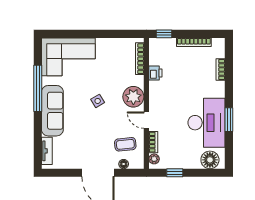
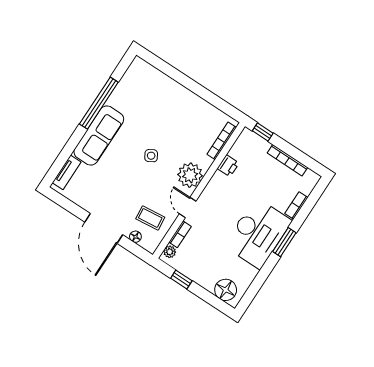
corner sofa: (68, 57) -> (151, 92), removed
window: (229, 120) -> (284, 242), moved
desk: (206, 123) -> (258, 233), moved

